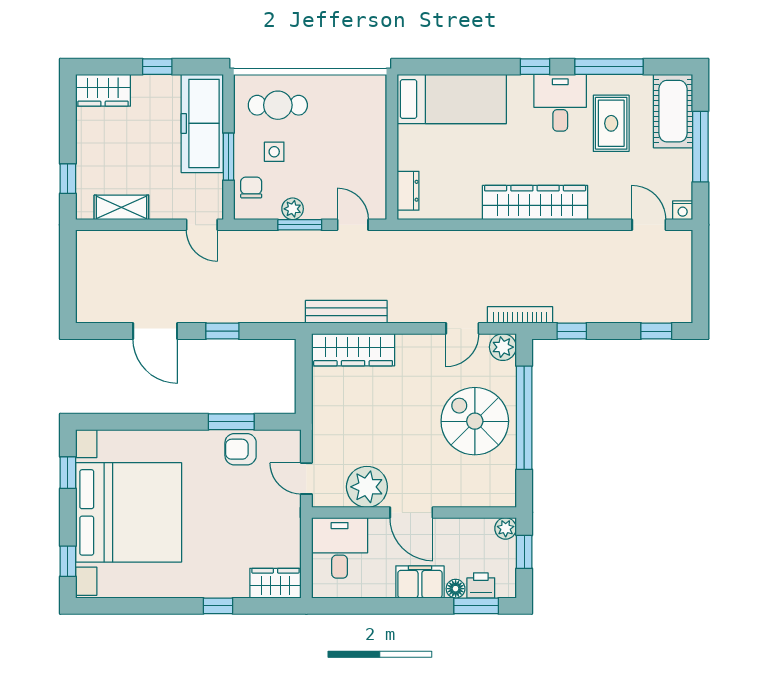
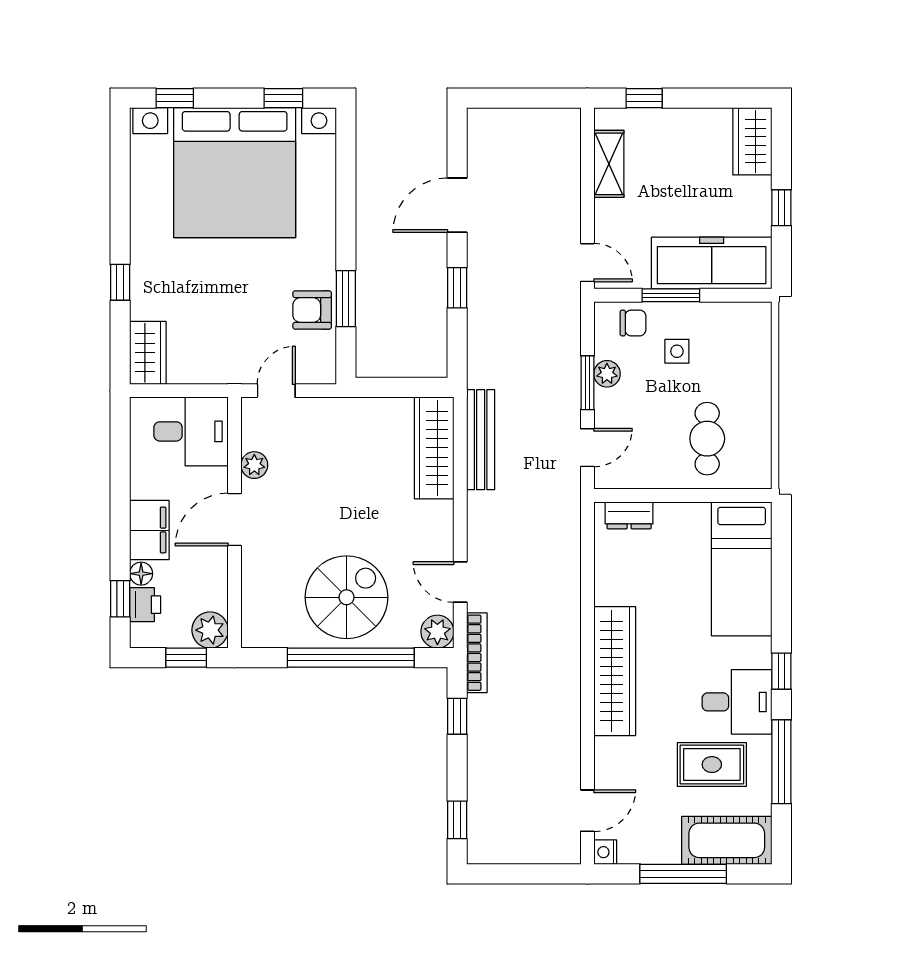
cafe table: (278, 105) -> (707, 439), moved
door: (202, 225) -> (587, 263), swing flipped
armchair: (241, 449) -> (312, 310), turned -90
plant: (367, 487) -> (254, 465), width x0.53, depth x0.53
plant: (506, 528) -> (210, 630), width x1.38, depth x1.38
window: (476, 606) -> (120, 599), width x0.67

